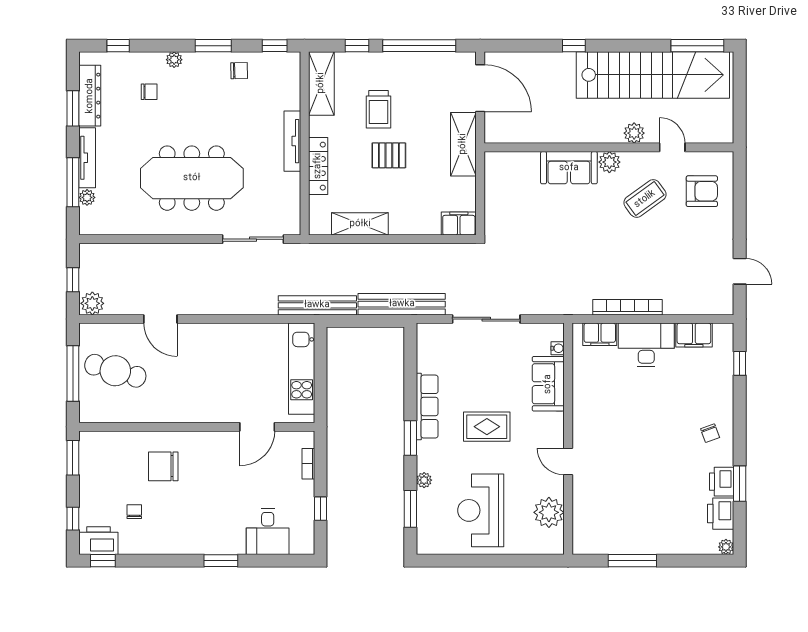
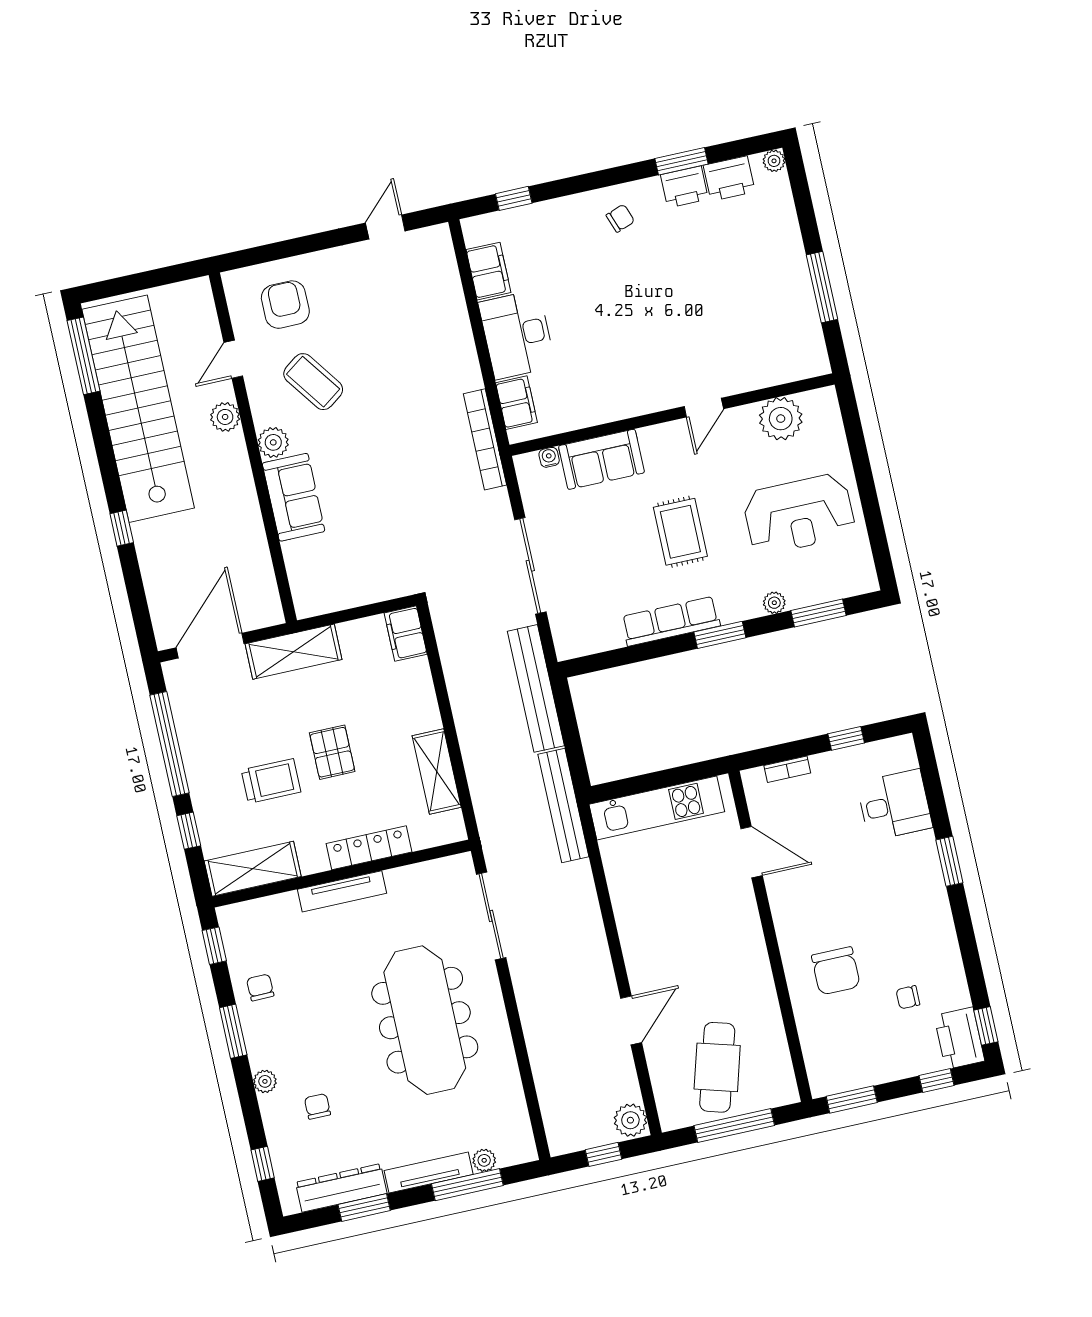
bookcase: (628, 307) -> (485, 439), moved

